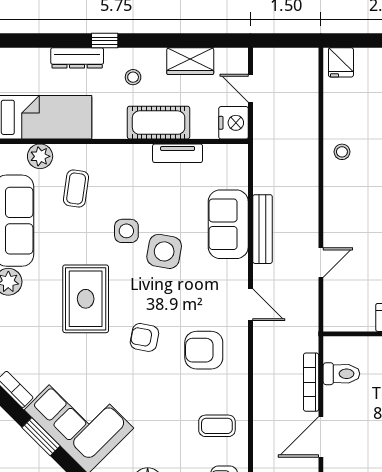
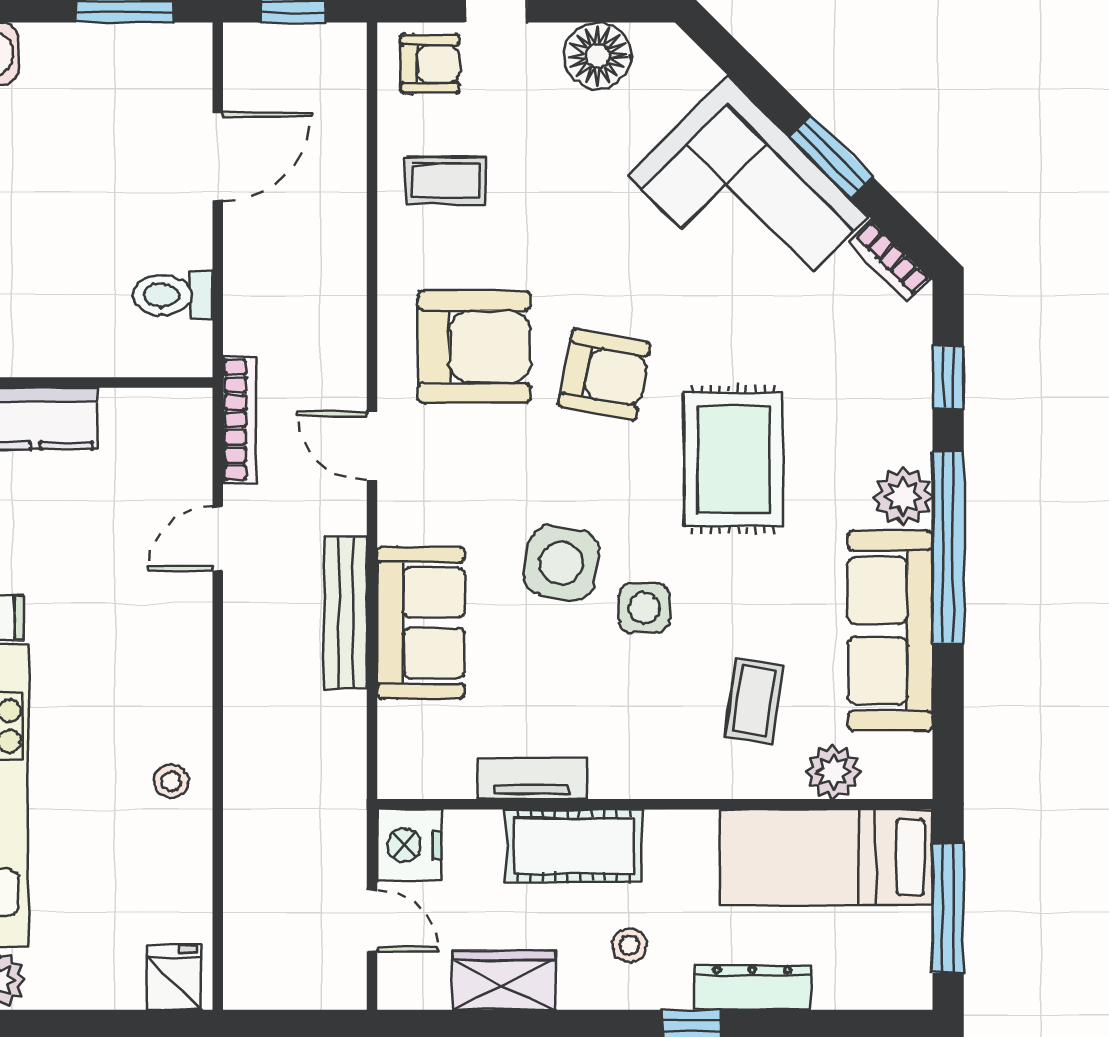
armchair: (144, 337) -> (604, 374), width x1.38, depth x1.38
armchair: (204, 350) -> (474, 347), width x1.36, depth x1.36
bookcase: (311, 382) -> (239, 420), moved

